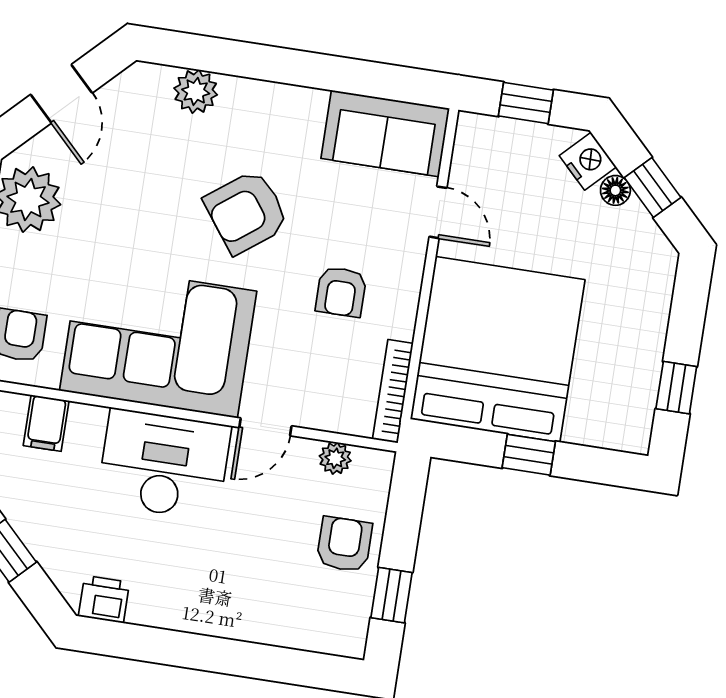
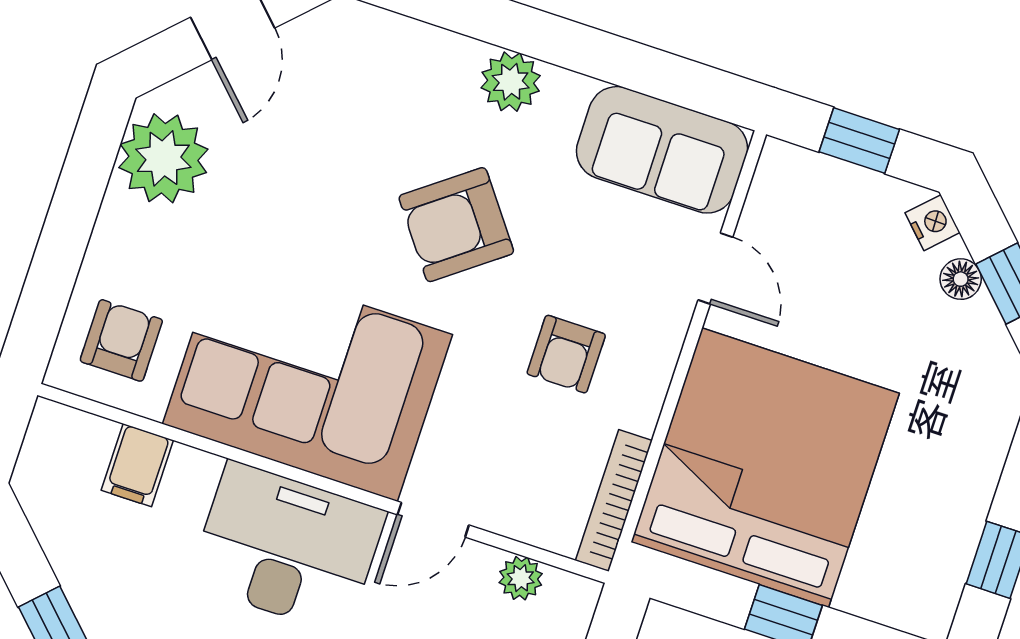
plant: (196, 91) -> (511, 82), moved
nightstand: (588, 161) -> (933, 223), width x0.72, depth x0.74

